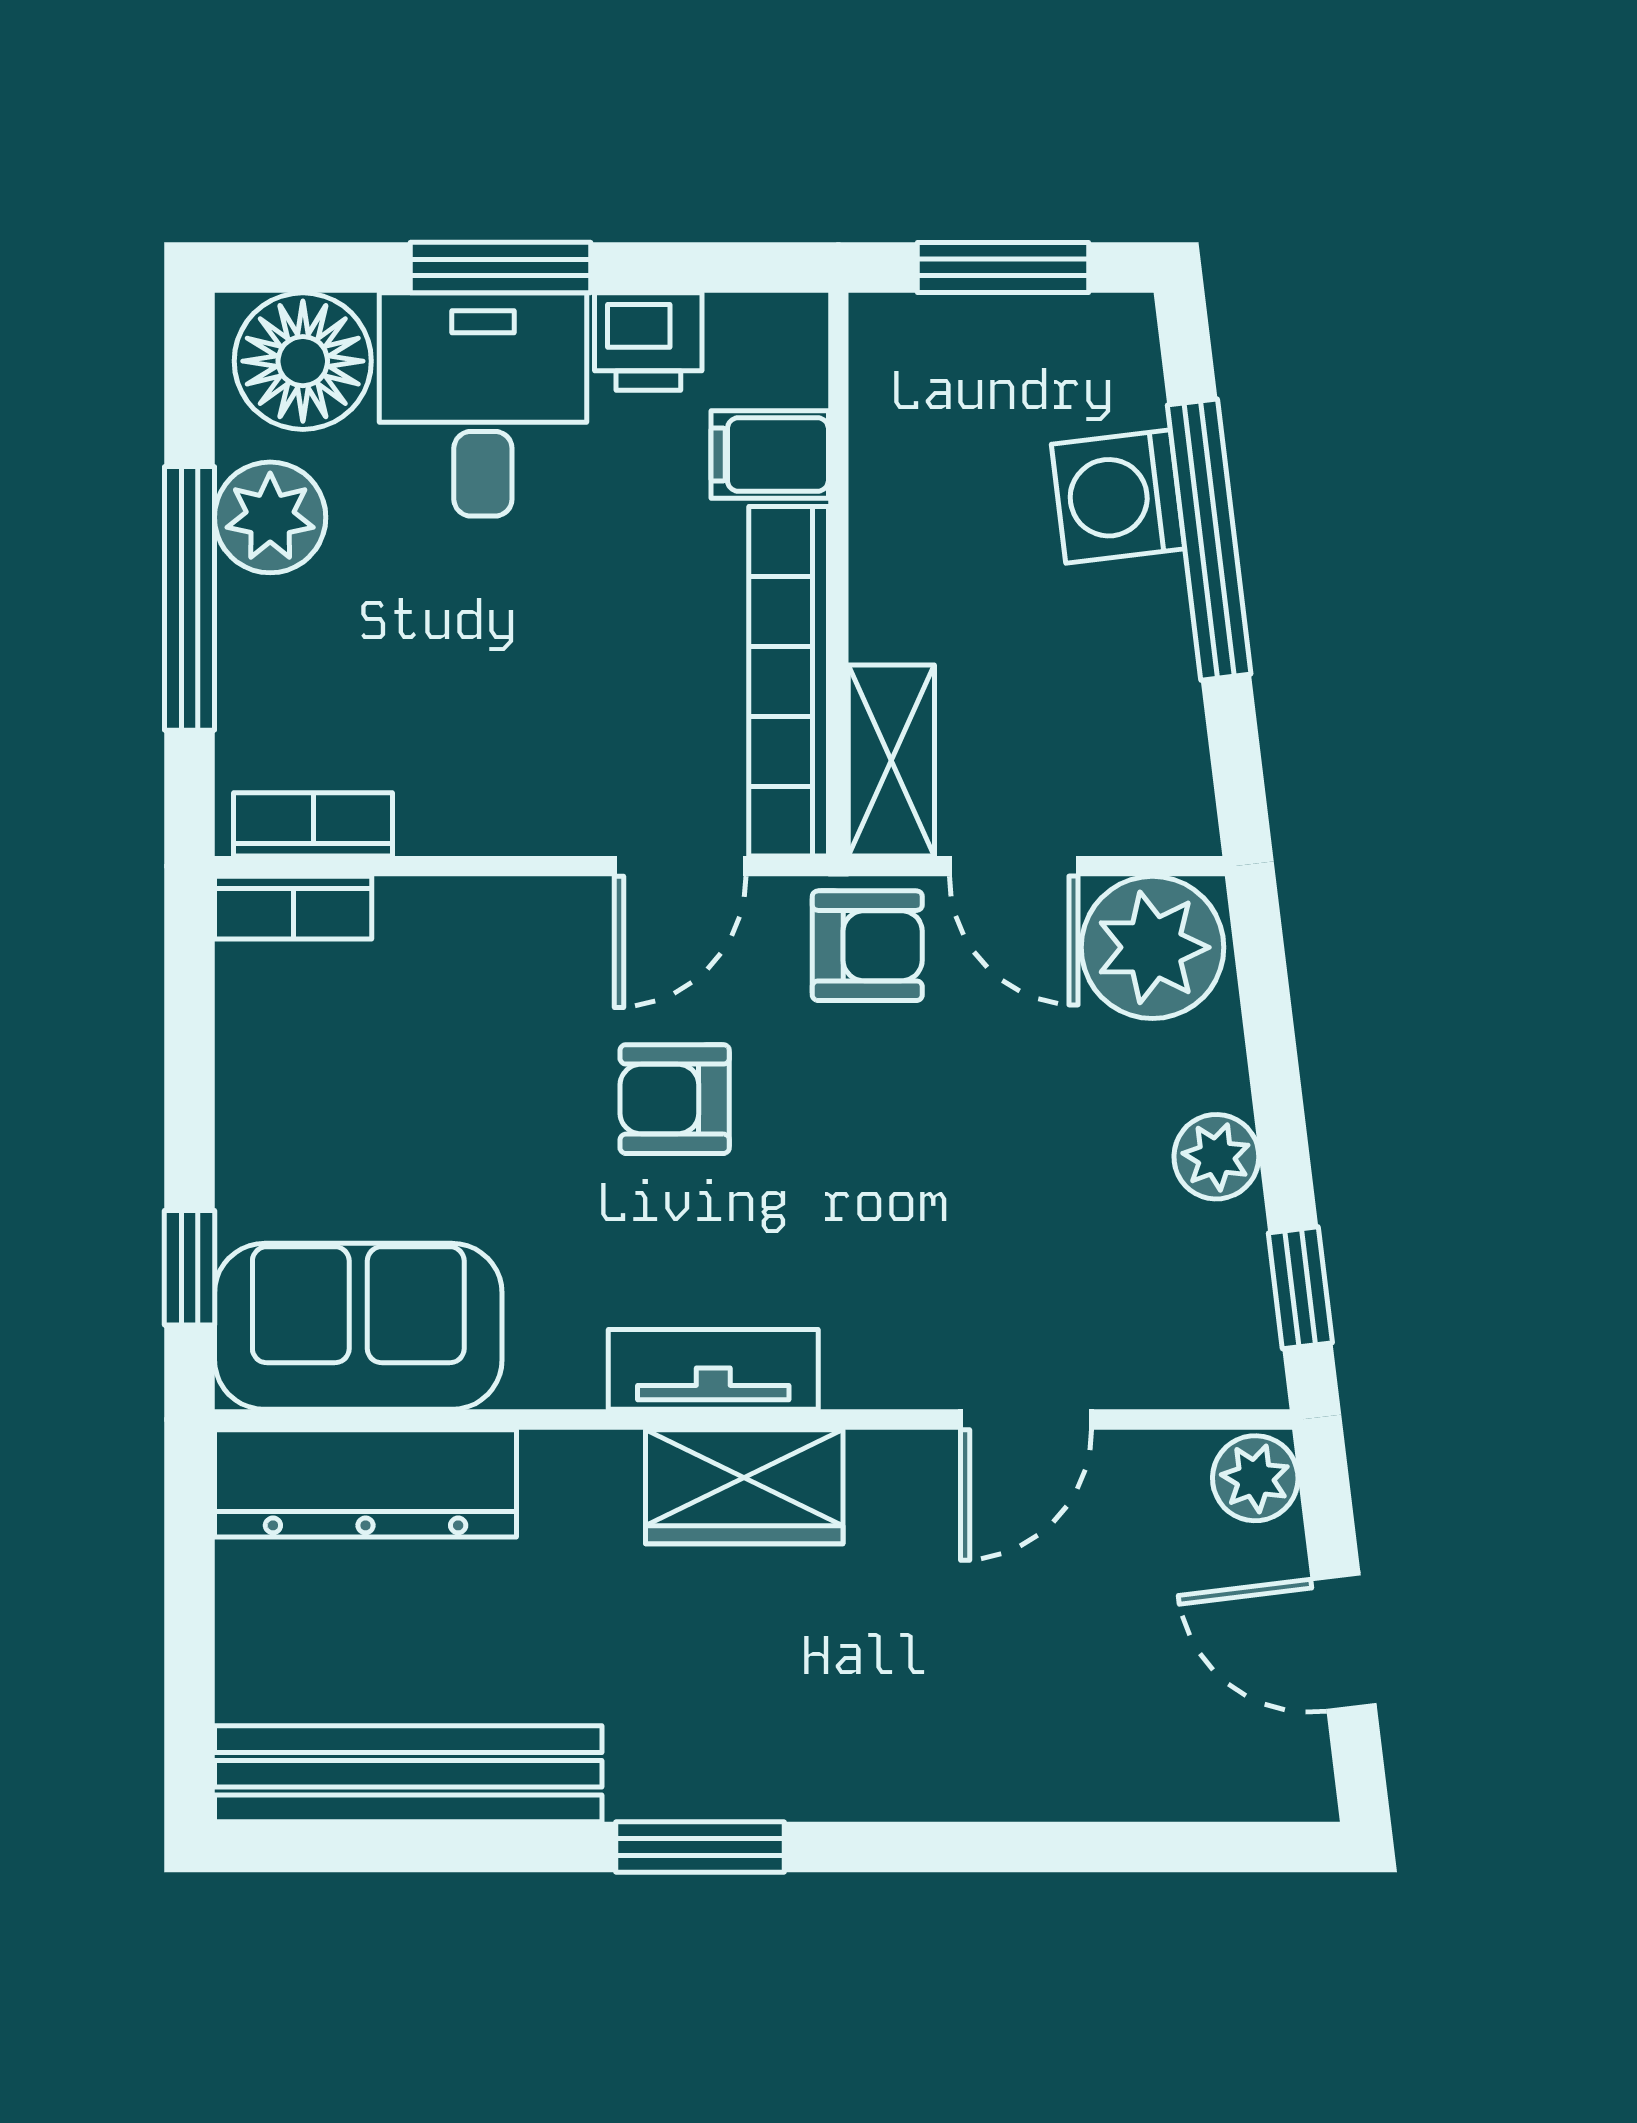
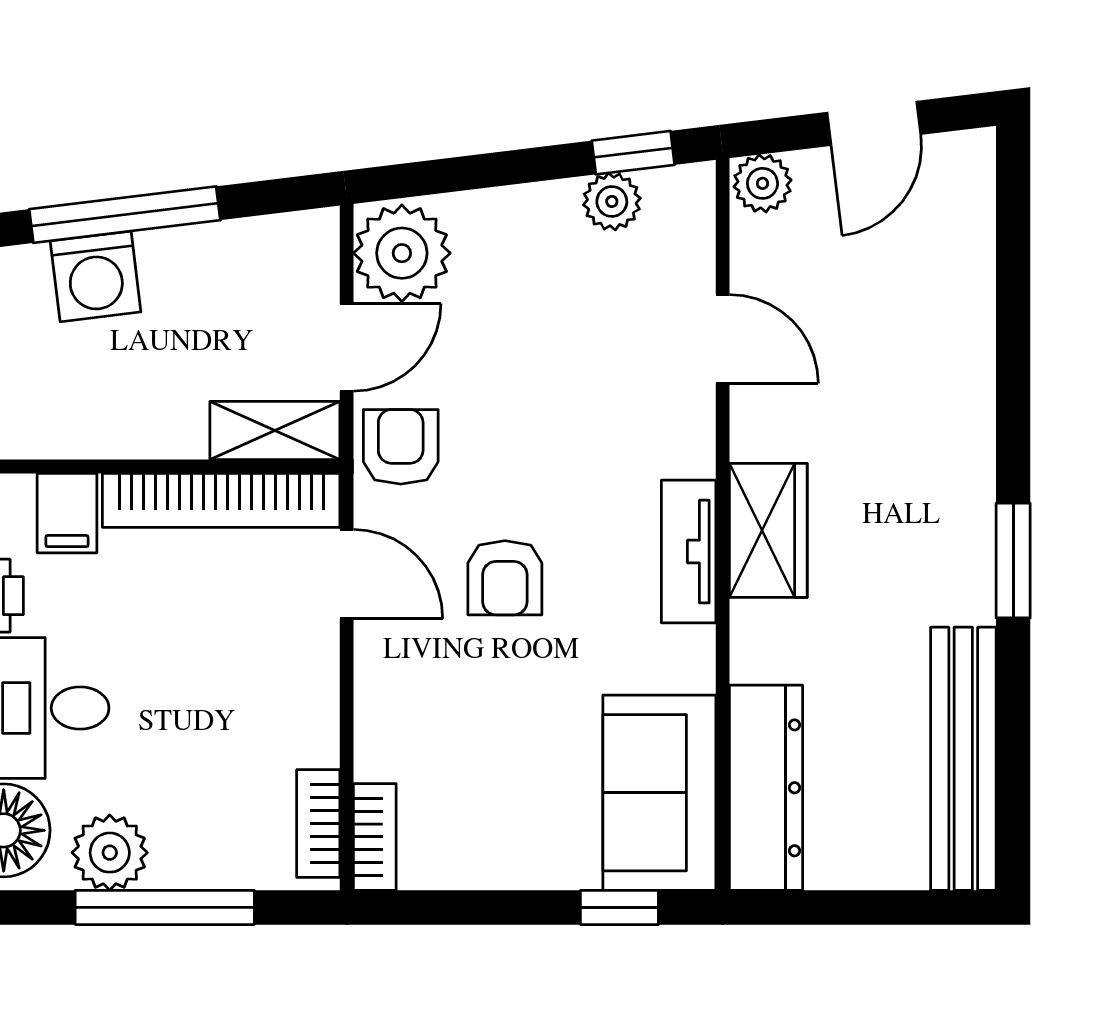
plant: (1216, 1157) -> (612, 201), moved

